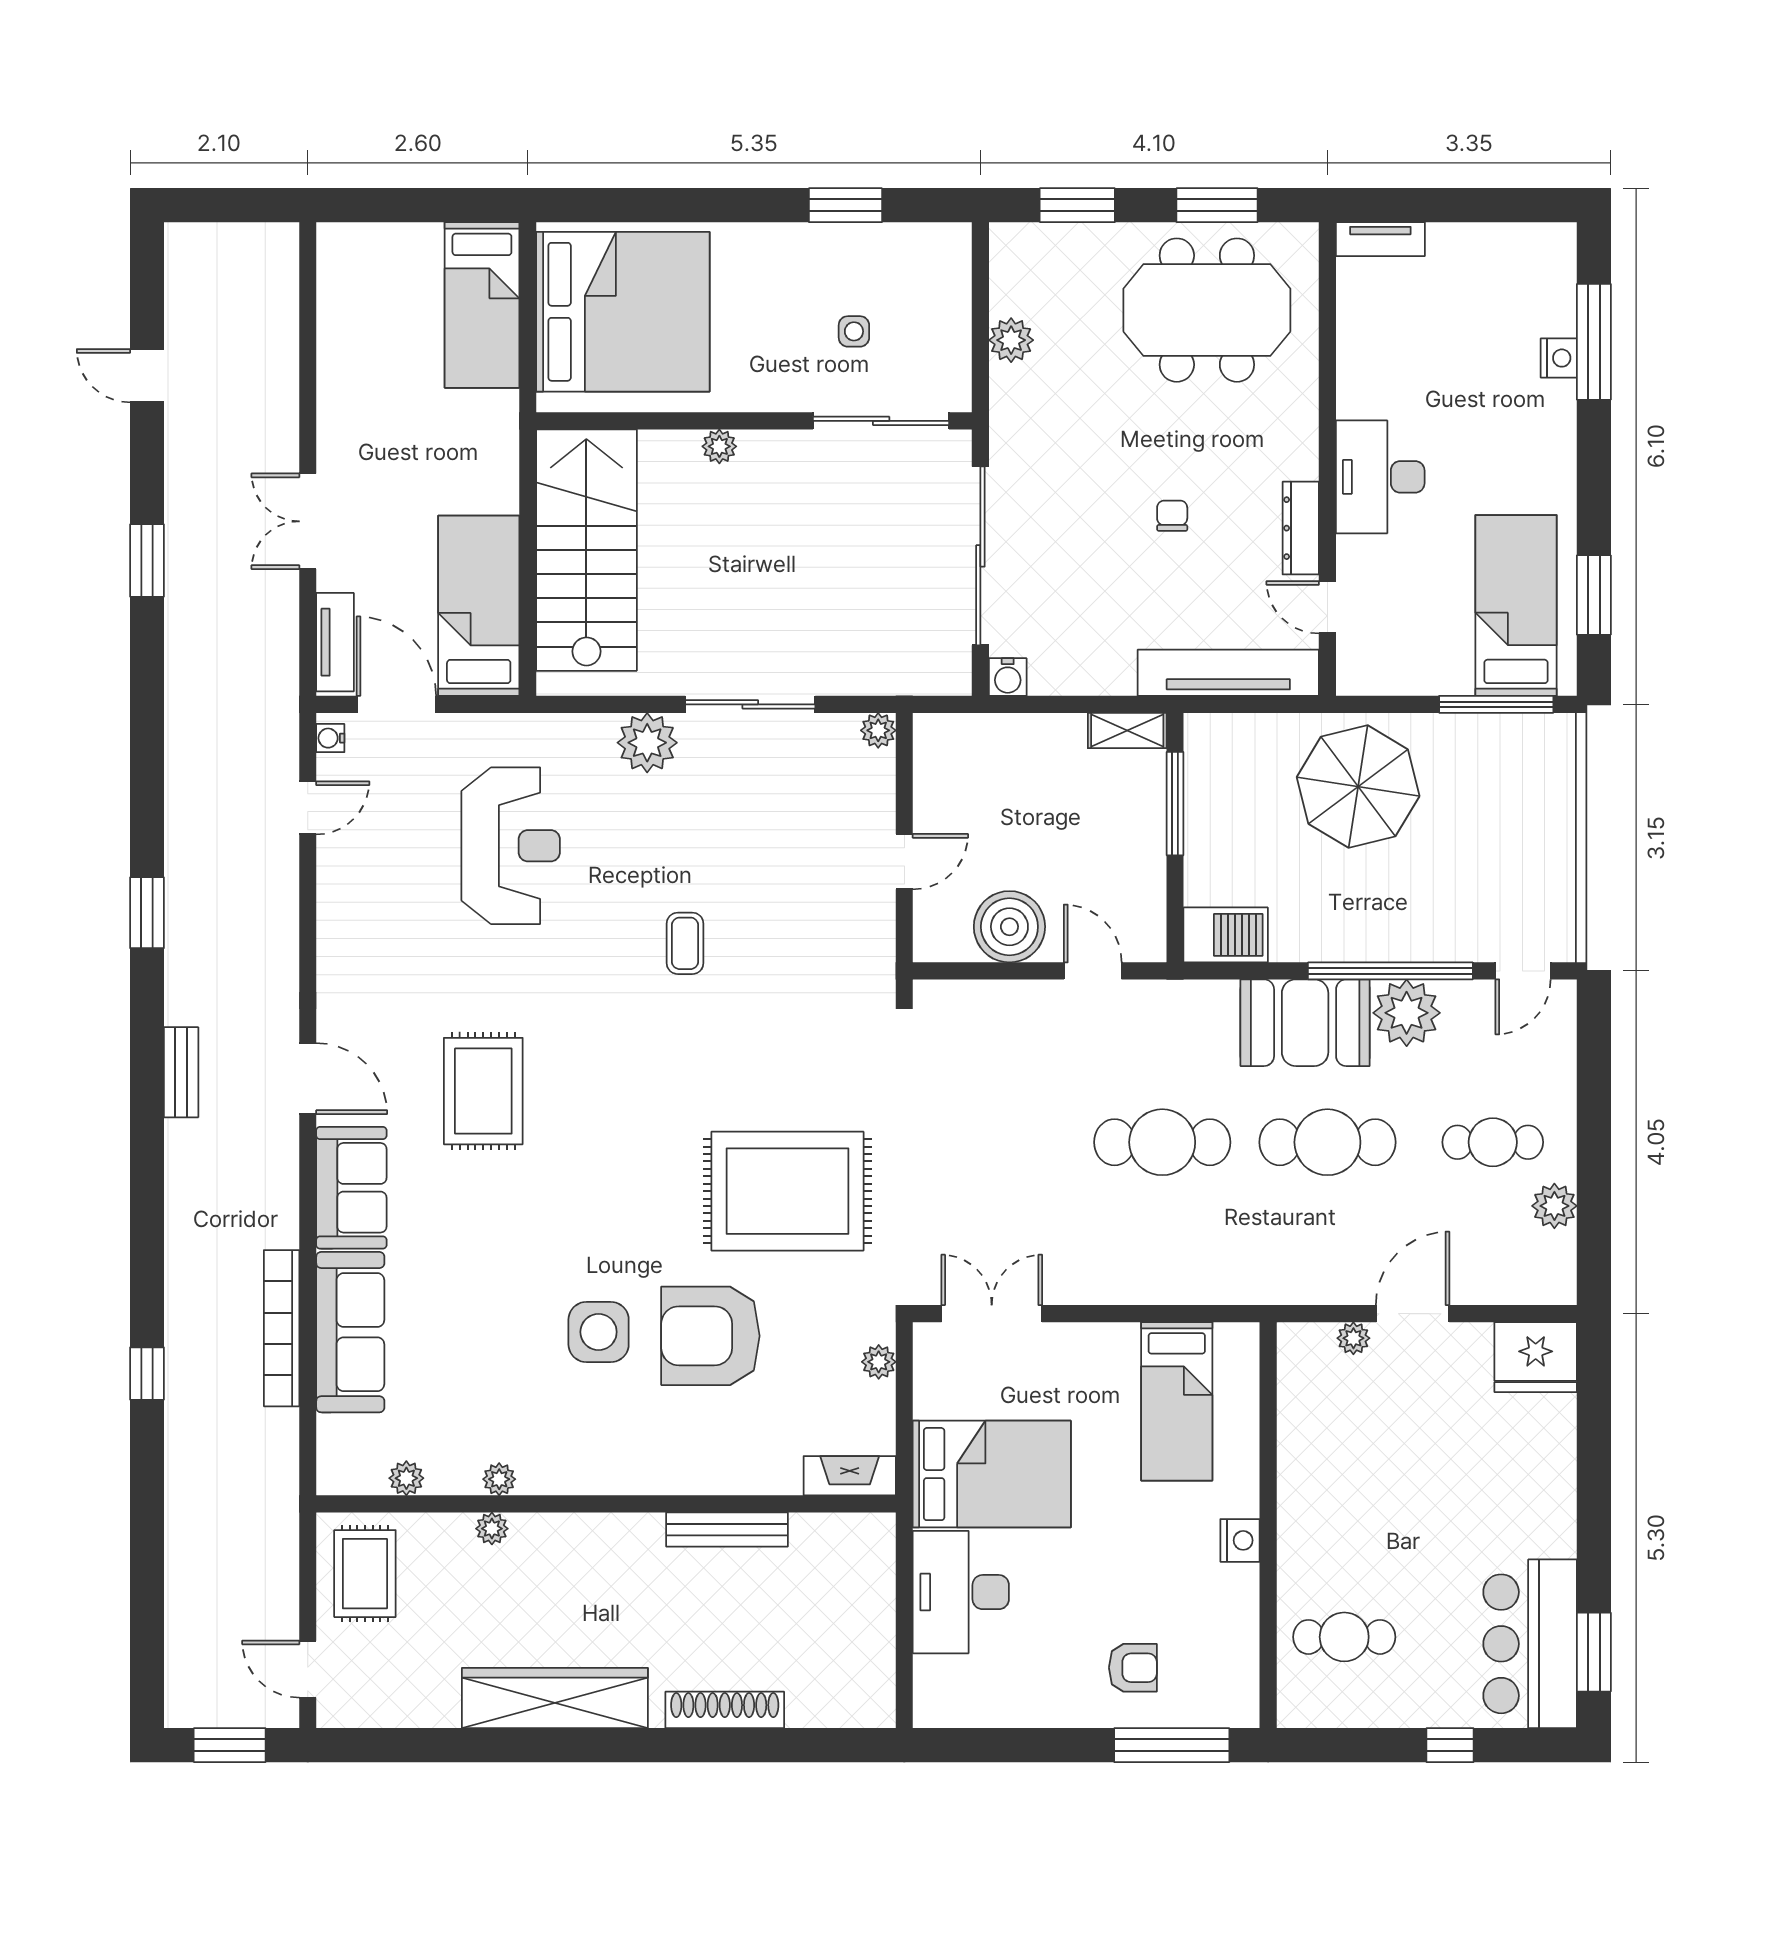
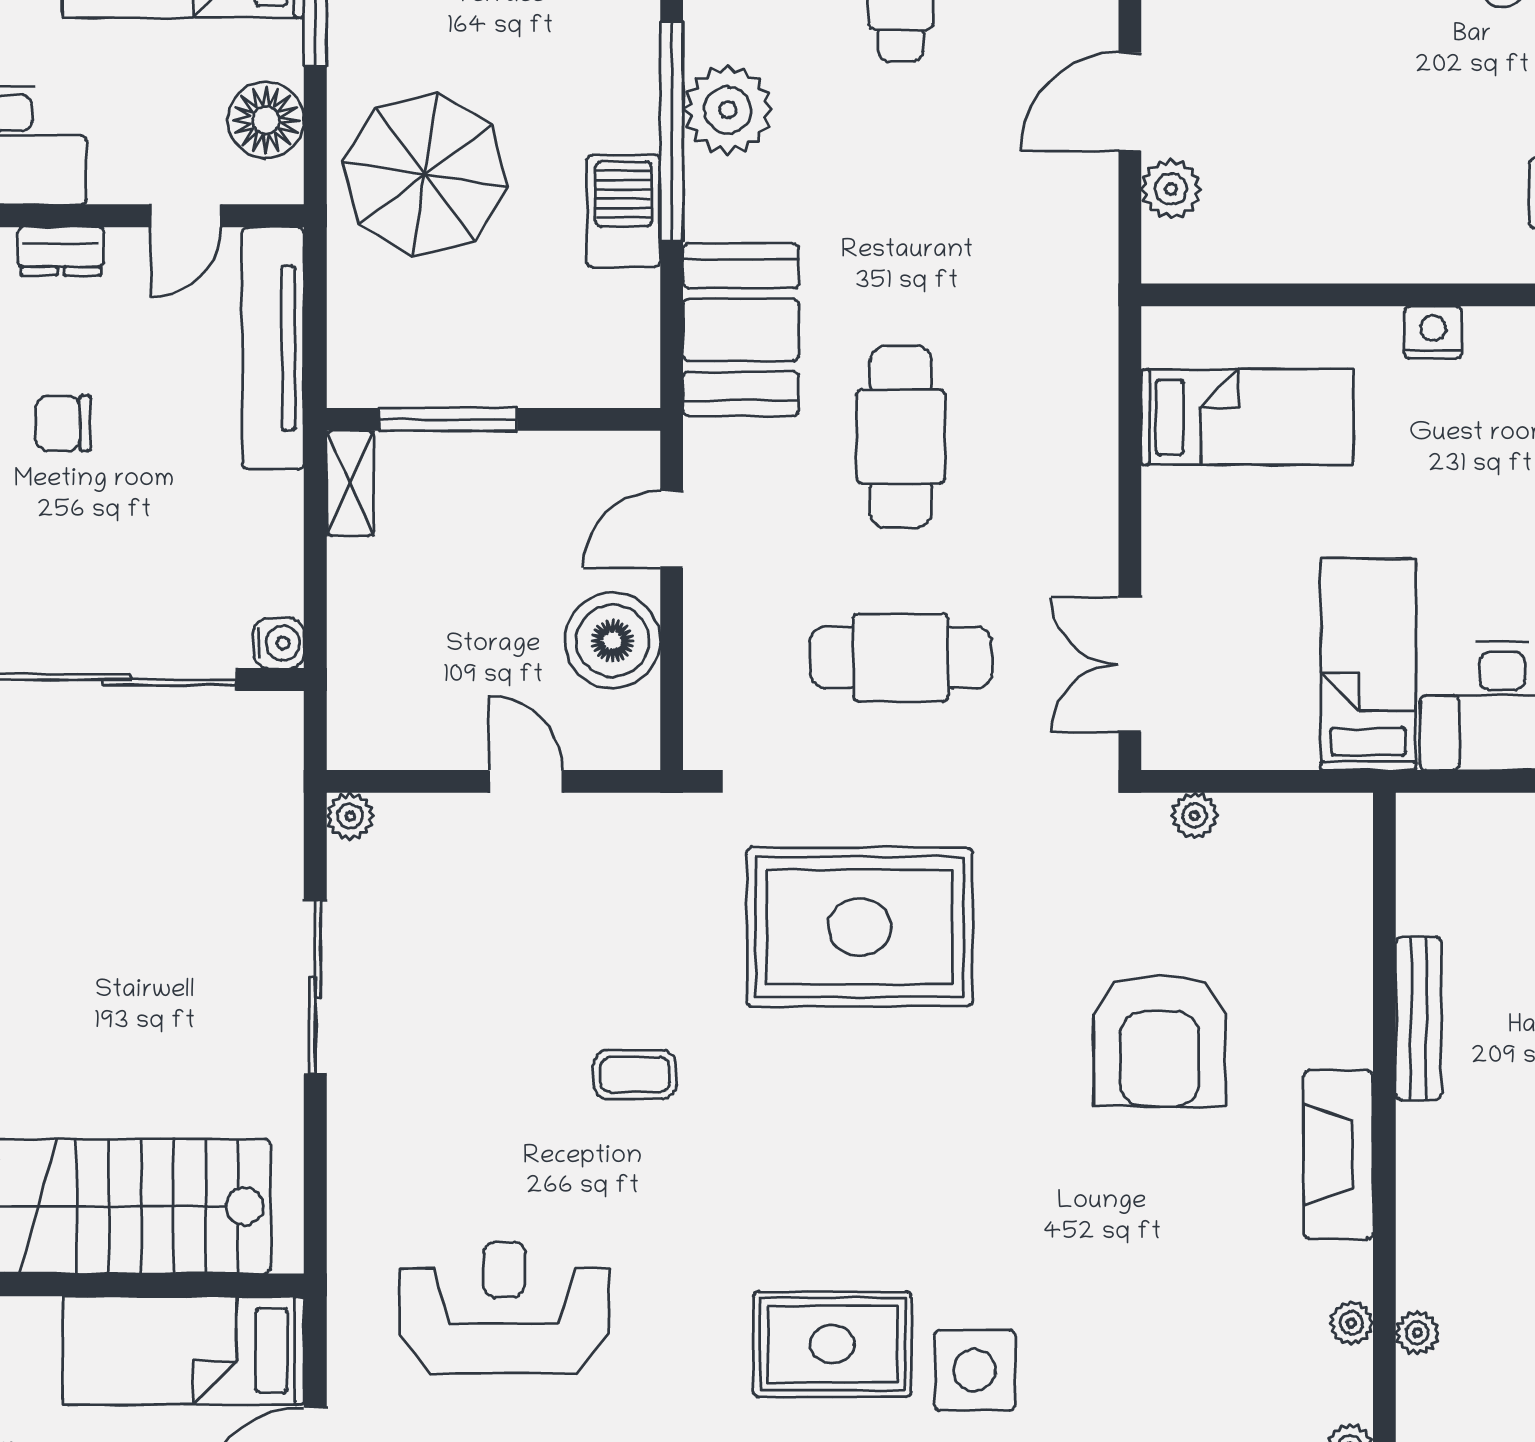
chair: (1172, 516) -> (63, 423), width x1.37, depth x1.37
dresser: (1301, 528) -> (61, 251), width x0.70
floor lamp: (1399, 667) -> (266, 120), added
plant: (647, 743) -> (367, 1125), removed
barbecue: (1226, 935) -> (624, 211), moved
booth: (1305, 1023) -> (741, 330), moved
cafe table: (1327, 1142) -> (901, 658), moved, turned 90
rug: (787, 1191) -> (860, 927), moved, turned 90
door: (1413, 1314) -> (1130, 102), hinge flipped
side table: (599, 1332) -> (975, 1370), moved
plant: (1353, 1338) -> (1171, 189), width x1.38, depth x1.38
bed: (992, 1474) -> (1368, 664), width x0.67
fireplace: (850, 1476) -> (1338, 1155), moved, width x1.37, depth x1.32

